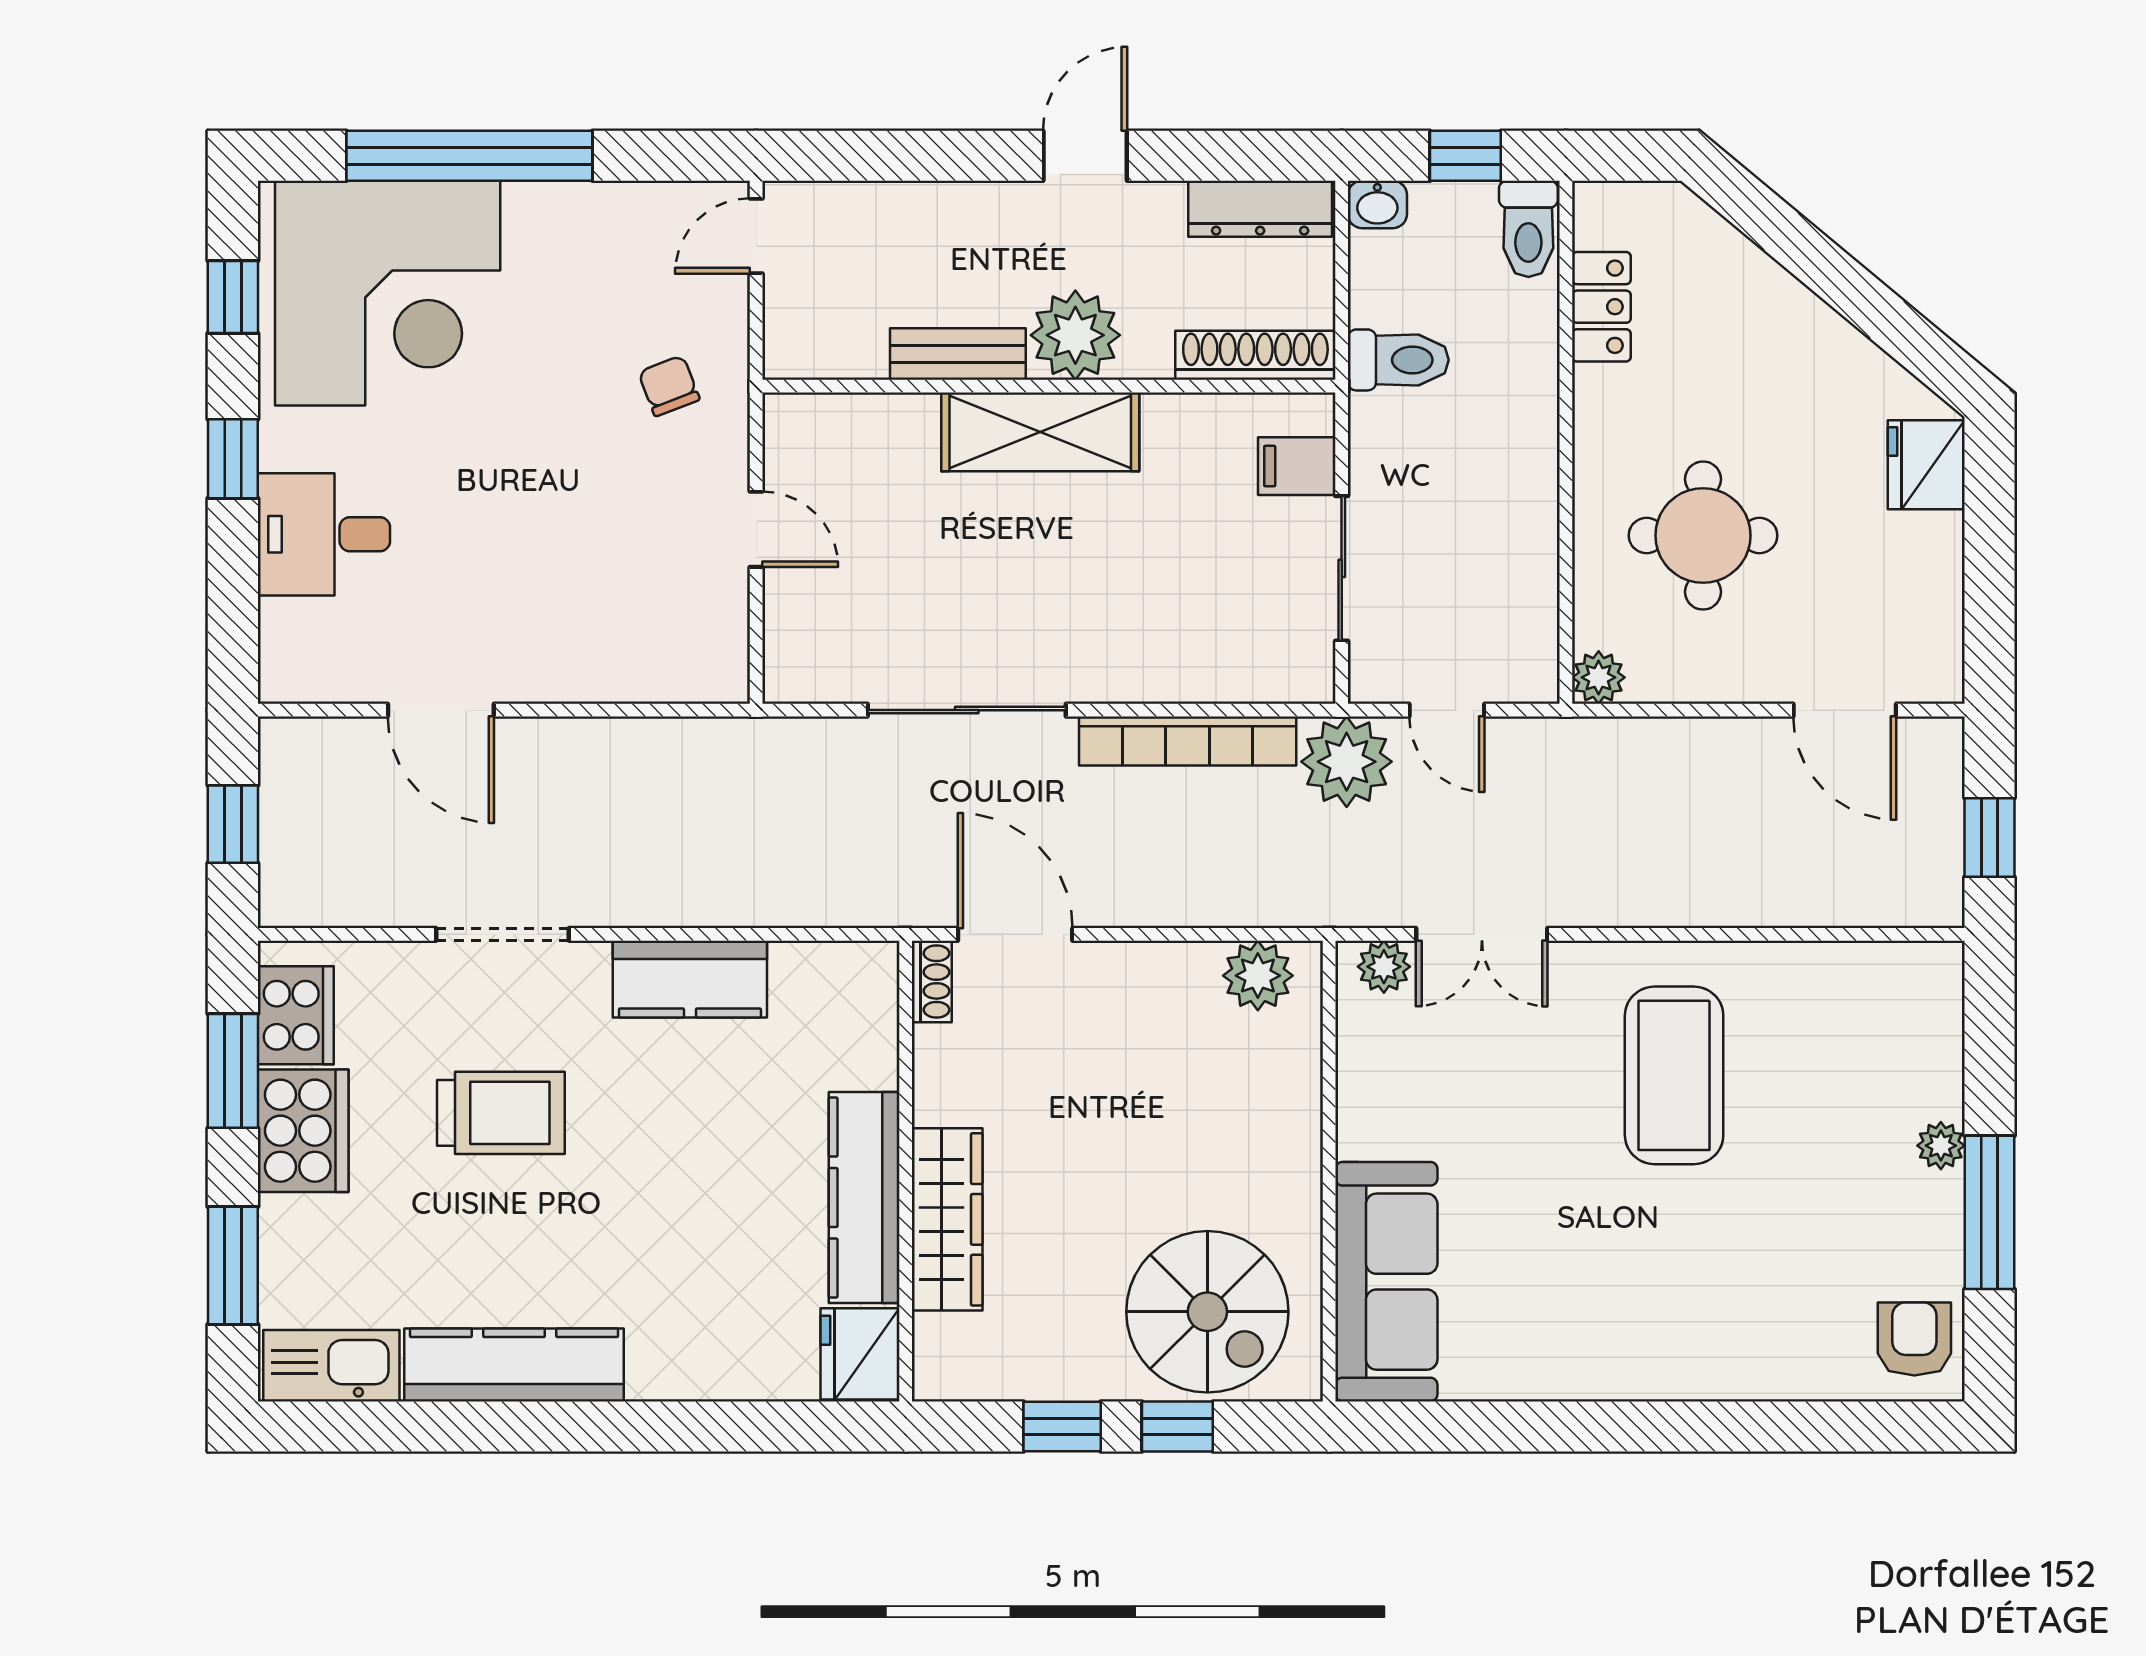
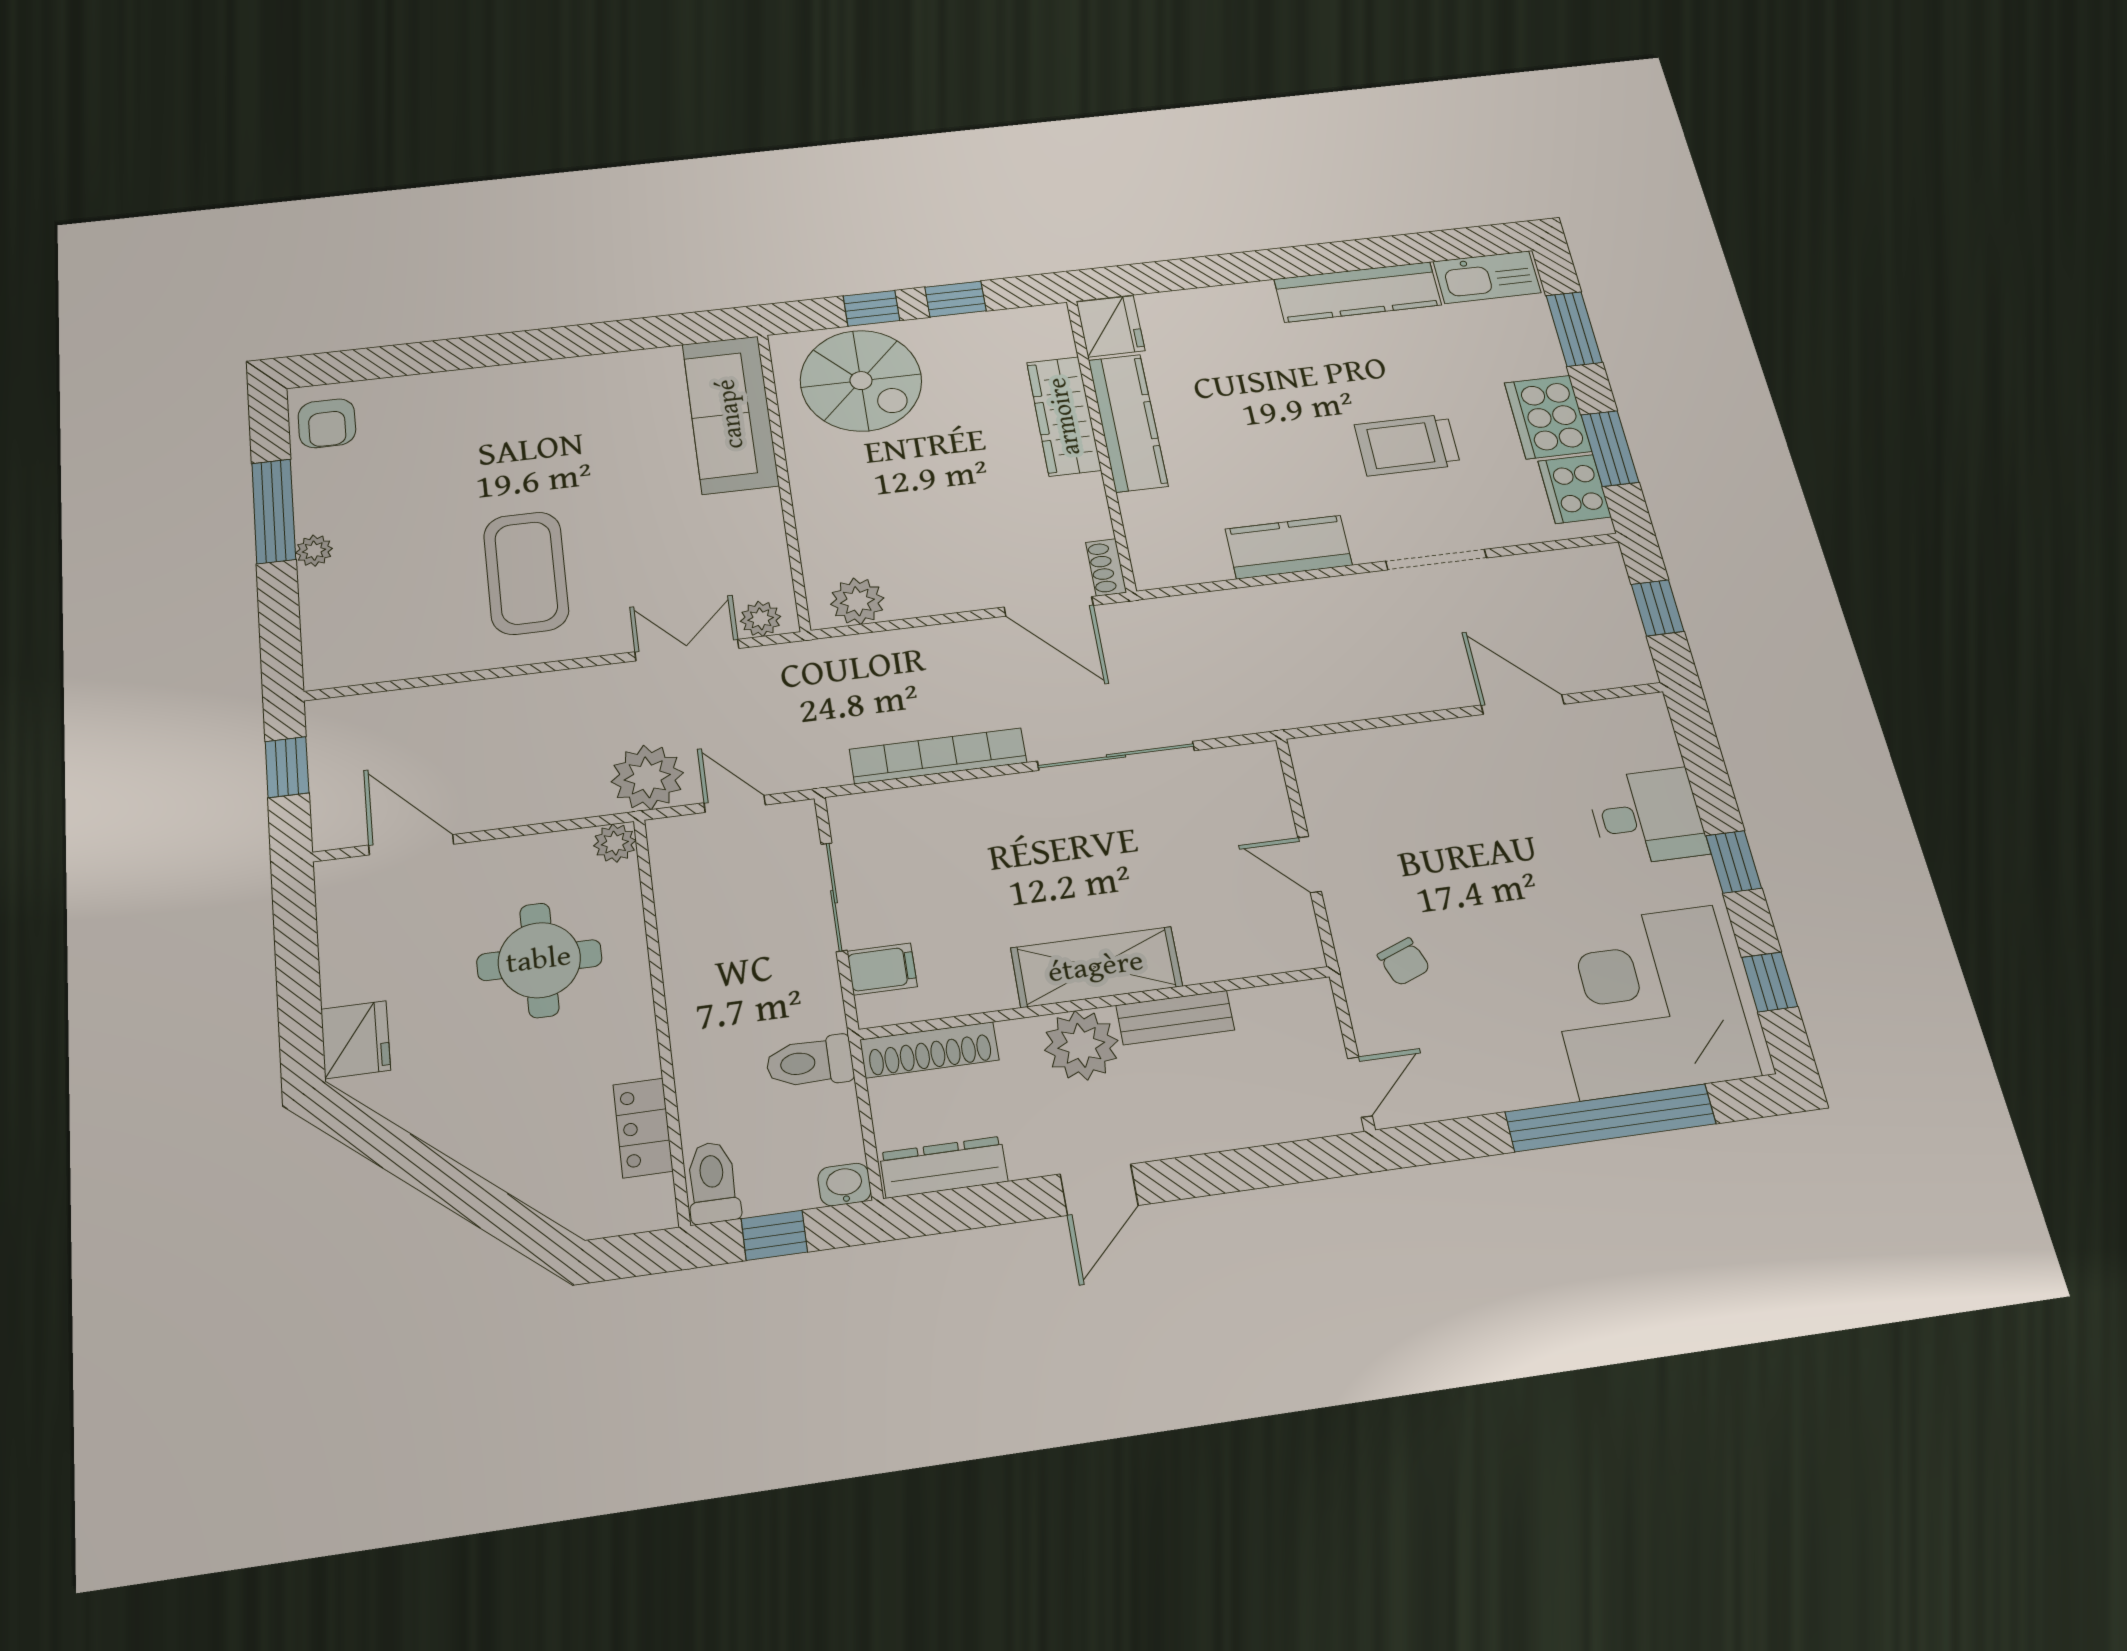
plant: (1347, 762) -> (647, 777), moved
spiral stairs: (1207, 1312) -> (861, 381), turned 180

